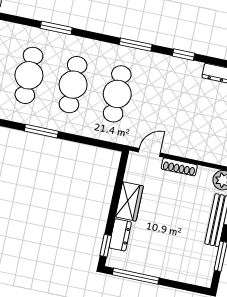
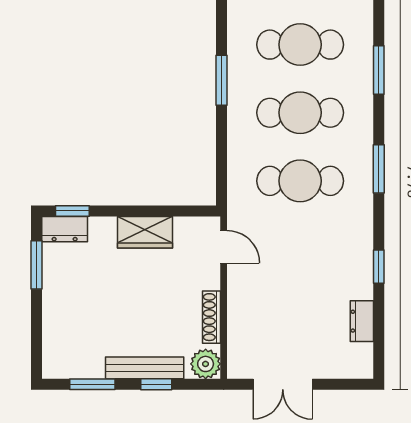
window: (136, 45) -> (379, 169), moved
shoe rack: (179, 167) -> (211, 317), moved
dresser: (120, 235) -> (65, 229), moved
window: (136, 276) -> (36, 265), width x0.69

